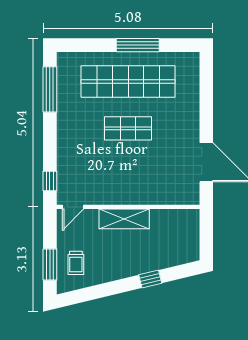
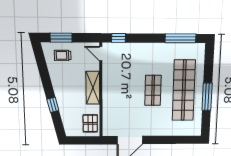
pallet: (179, 223) -> (90, 123), added

